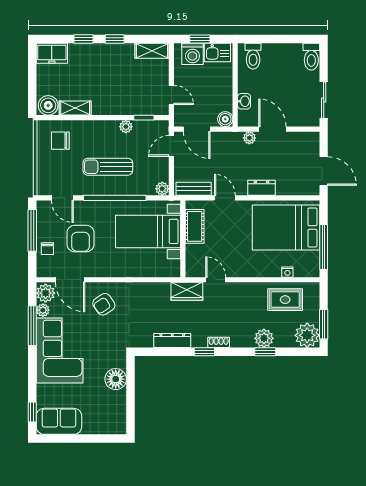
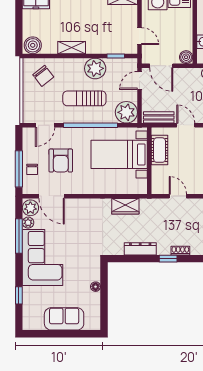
shelving: (75, 108) -> (72, 48), moved
plant: (126, 127) -> (95, 68), width x1.88, depth x1.88
chair: (60, 141) -> (43, 76), turned -128
plant: (162, 189) -> (126, 112), width x1.88, depth x1.88
door: (62, 198) -> (45, 125), hinge flipped
window: (32, 230) -> (19, 169), moved
wardrobe: (187, 291) -> (125, 206), moved
armchair: (104, 304) -> (81, 218), removed
floor lamp: (116, 379) -> (96, 287), width x0.53, depth x0.53
window: (32, 412) -> (19, 295), moved
sofa: (59, 421) -> (64, 319), moved

